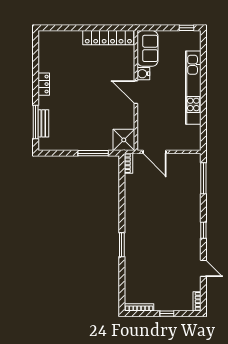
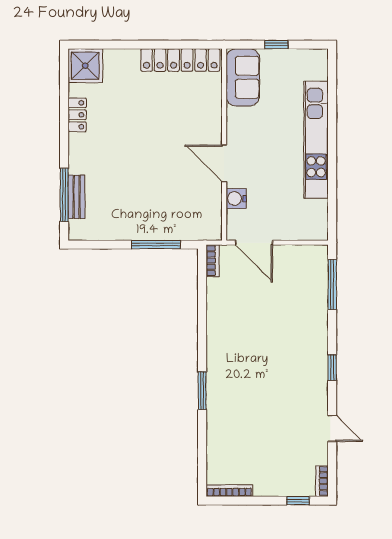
window: (187, 28) -> (276, 45), moved
water cooler: (143, 74) -> (236, 199), moved
locker: (44, 84) -> (77, 115), moved
door: (136, 92) -> (224, 163), moved
shower: (124, 140) -> (85, 66), moved
window: (167, 314) -> (298, 501), moved

